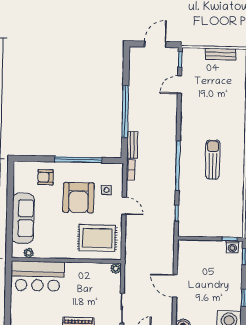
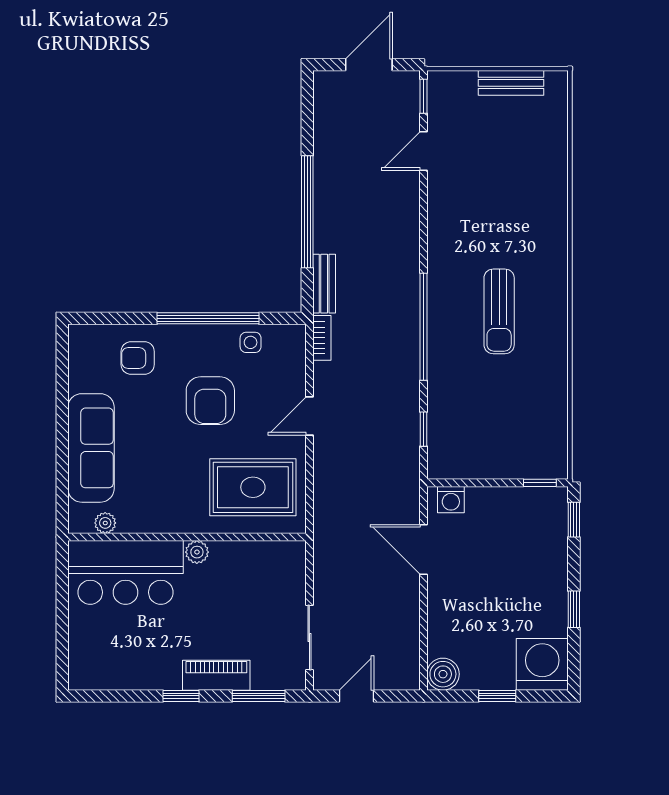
sun lounger: (213, 159) -> (499, 311), turned 180
side table: (107, 190) -> (251, 342), moved
armchair: (78, 198) -> (210, 401), width x0.73, depth x0.73
door: (124, 206) -> (309, 416), swing flipped
washing machine: (232, 247) -> (451, 500), moved
plant: (116, 268) -> (197, 552), moved
door: (175, 286) -> (423, 549), moved

